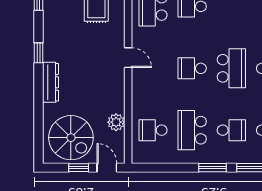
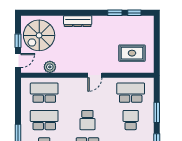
window: (39, 53) -> (115, 13), moved
school desk: (192, 68) -> (87, 120), turned 180
school desk: (153, 130) -> (44, 93), width x1.85

